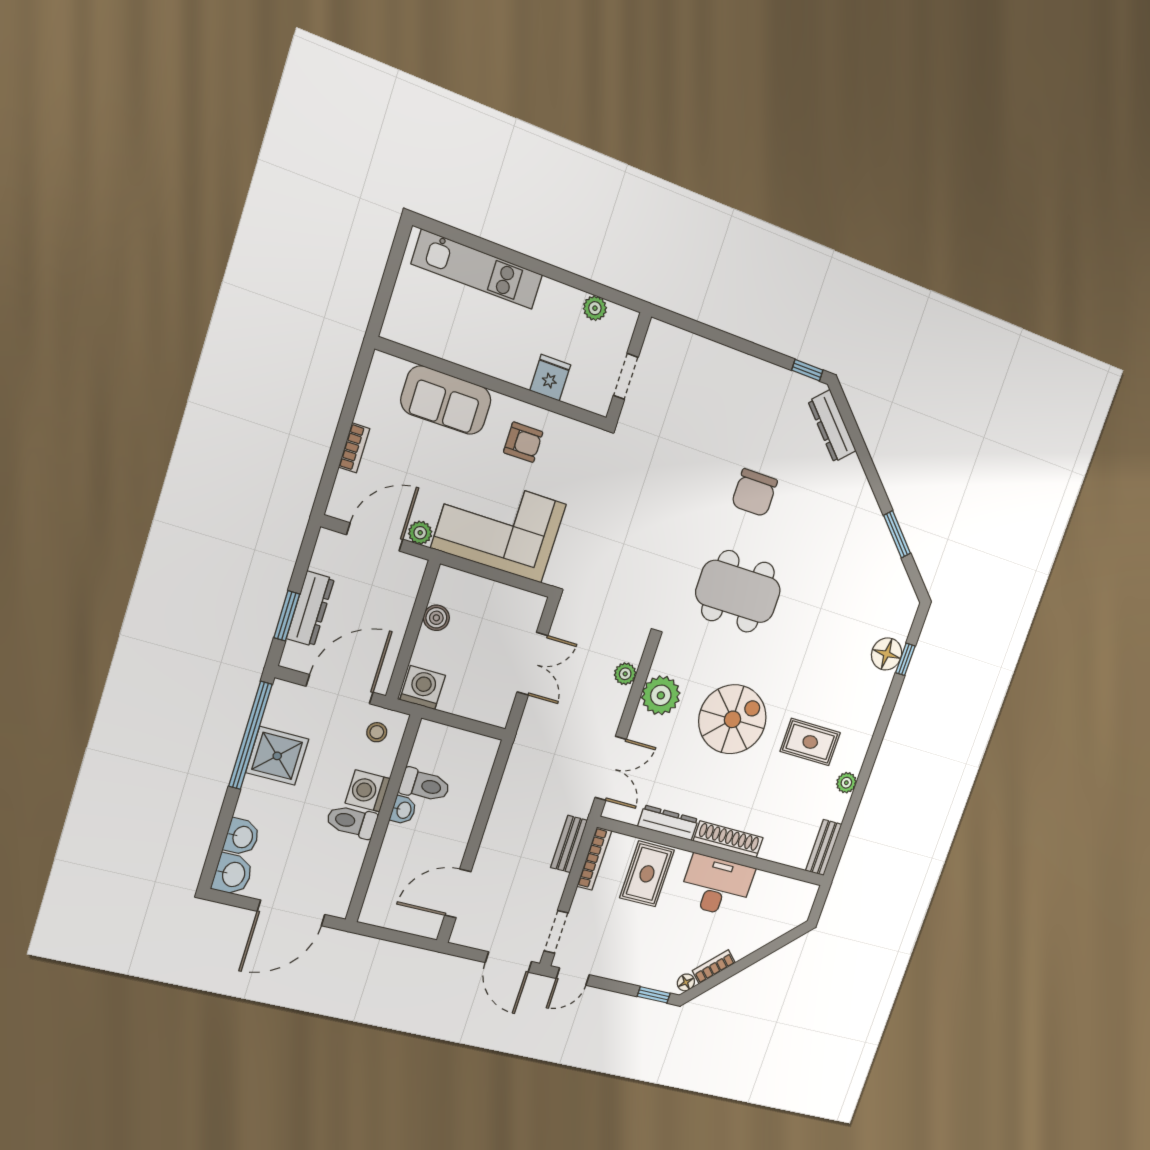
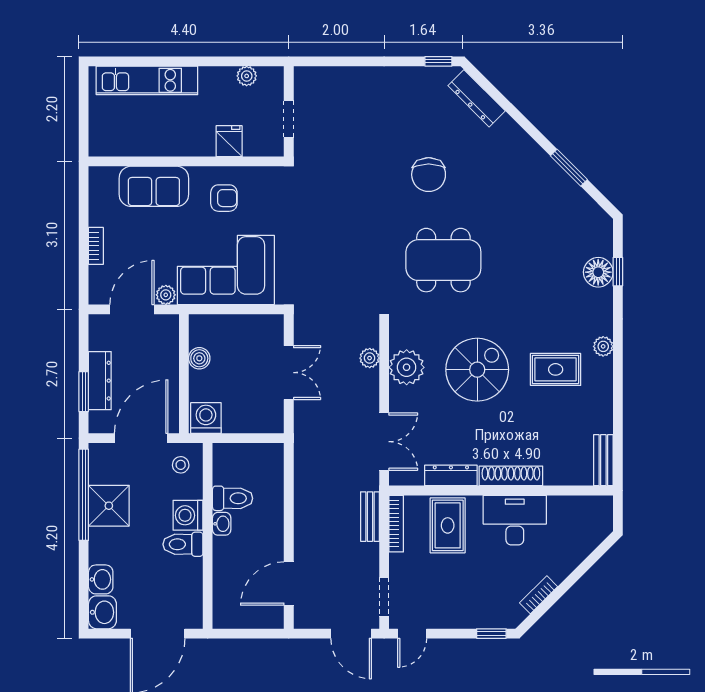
plant: (846, 783) -> (603, 346), moved
floor lamp: (686, 982) -> (517, 615), removed

